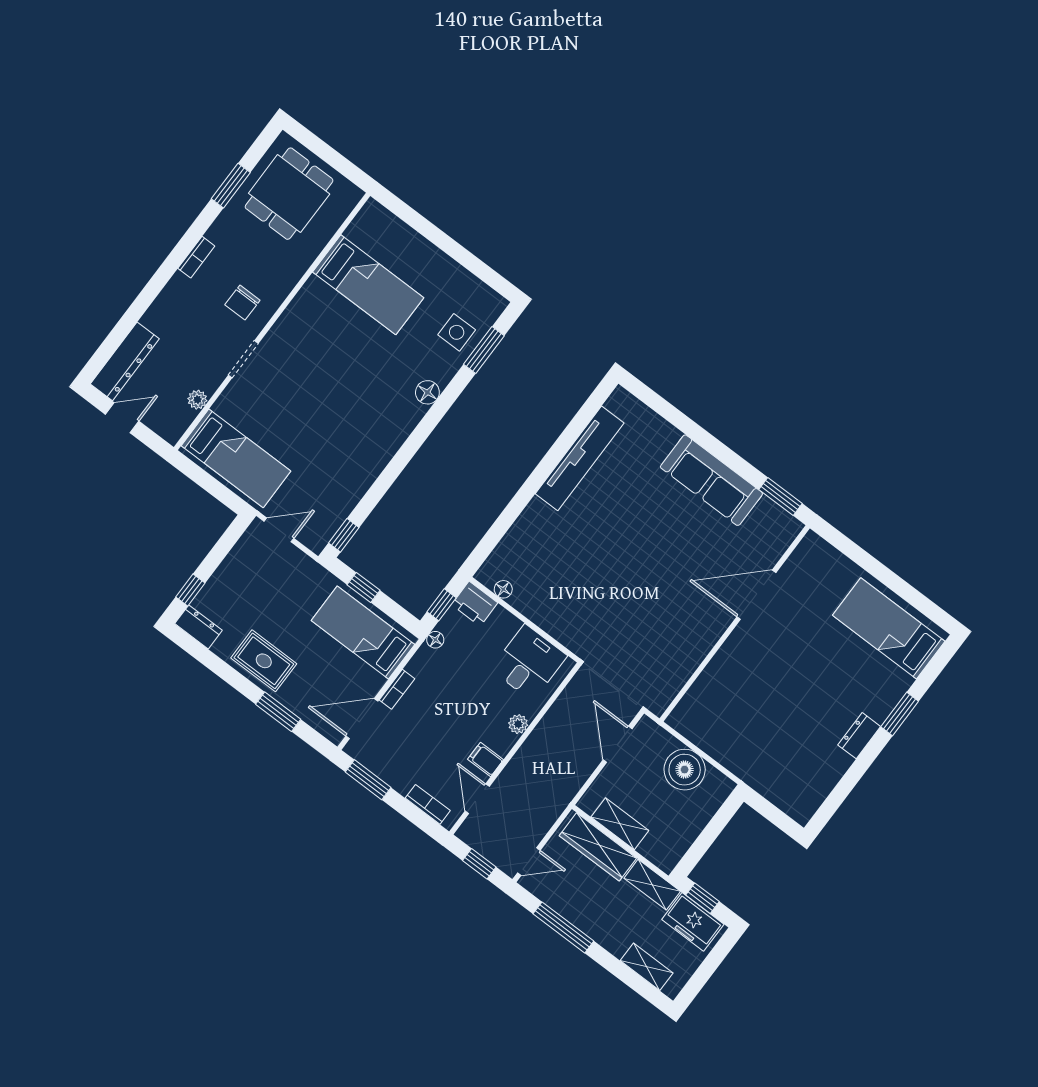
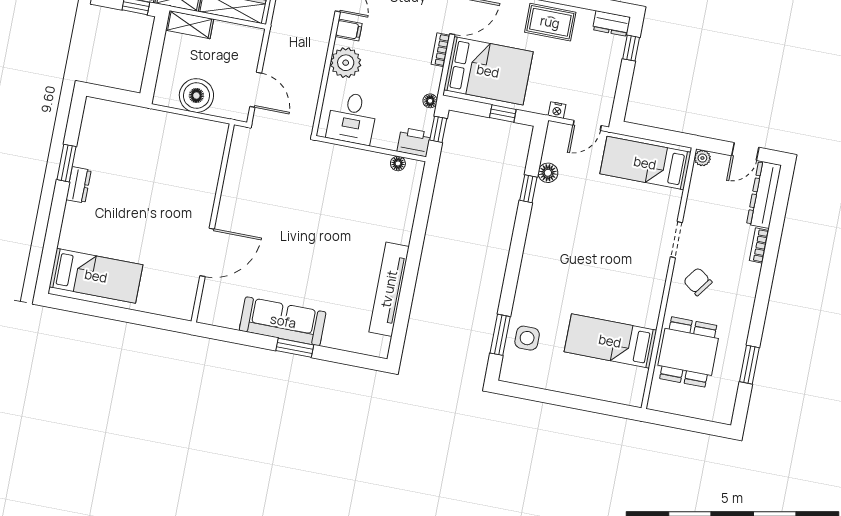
dining table: (289, 194) -> (688, 352), moved
bookcase: (196, 257) -> (759, 245), moved
chair: (242, 302) -> (698, 282), turned -54
floor lamp: (427, 392) -> (548, 173), moved
plant: (197, 400) -> (702, 158), moved
window: (781, 497) -> (295, 348), moved
window: (344, 535) -> (528, 189), moved
nightstand: (303, 562) -> (557, 110), added
bed: (363, 633) -> (488, 71), width x1.50
window: (900, 714) -> (67, 163), moved
plant: (518, 724) -> (346, 63), width x1.88, depth x1.88
shelving: (620, 824) -> (190, 25), moved

